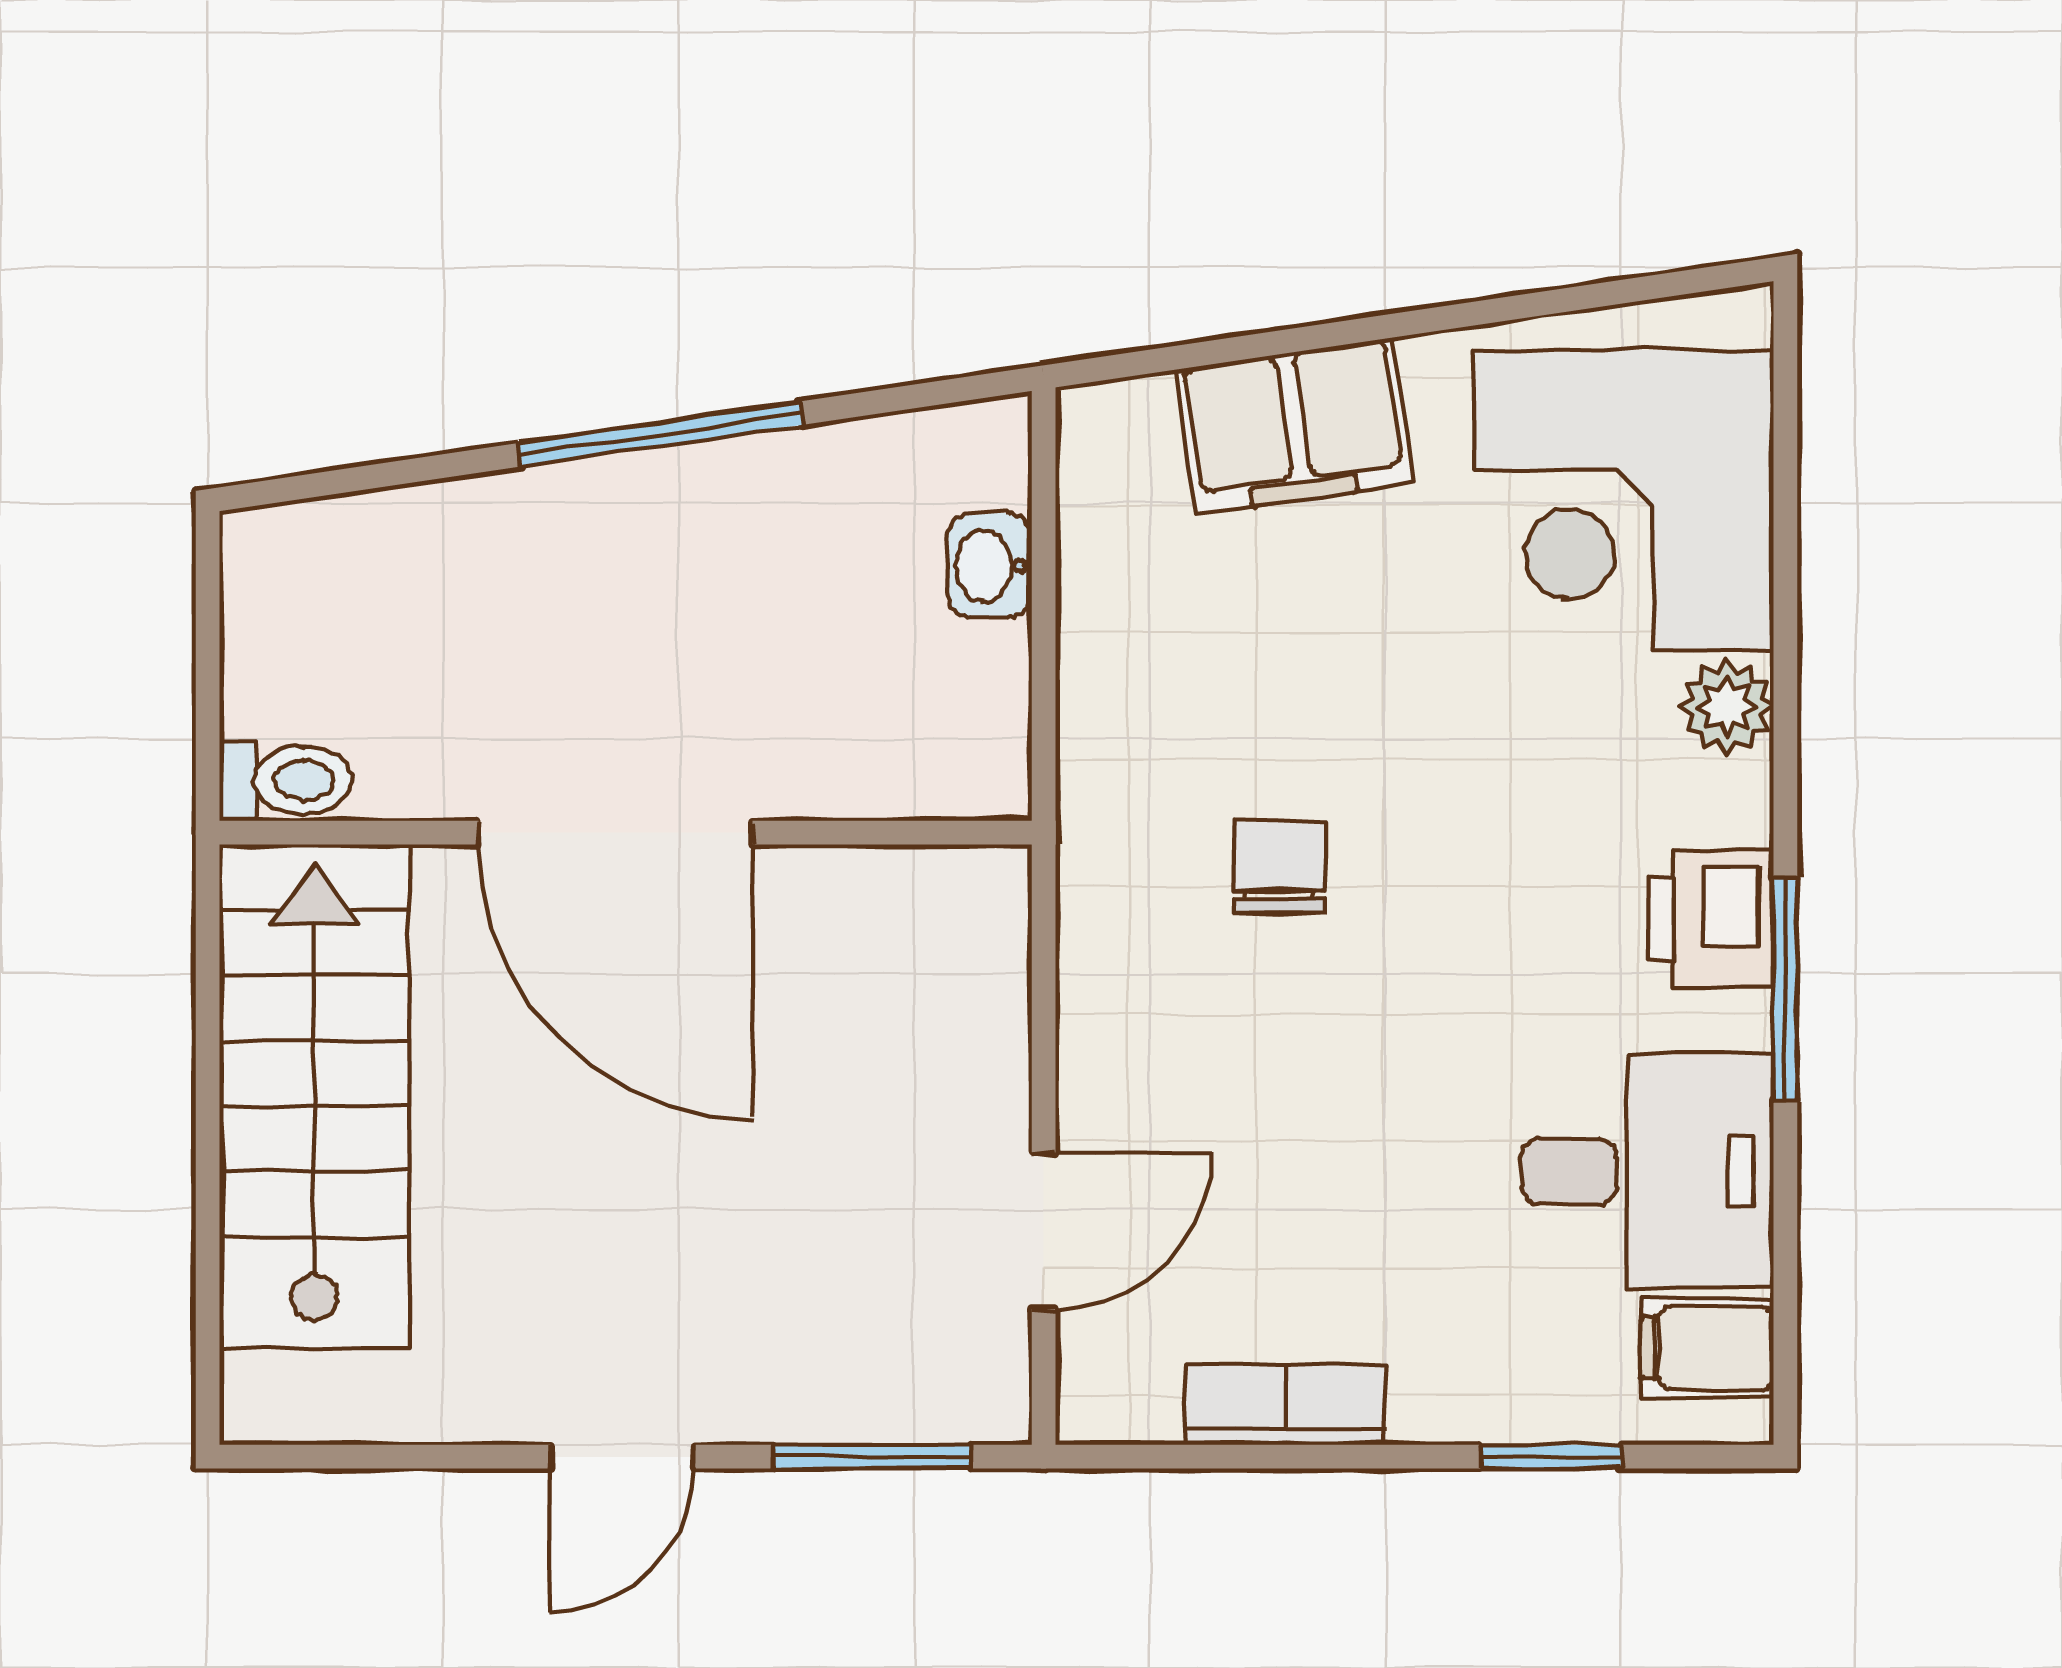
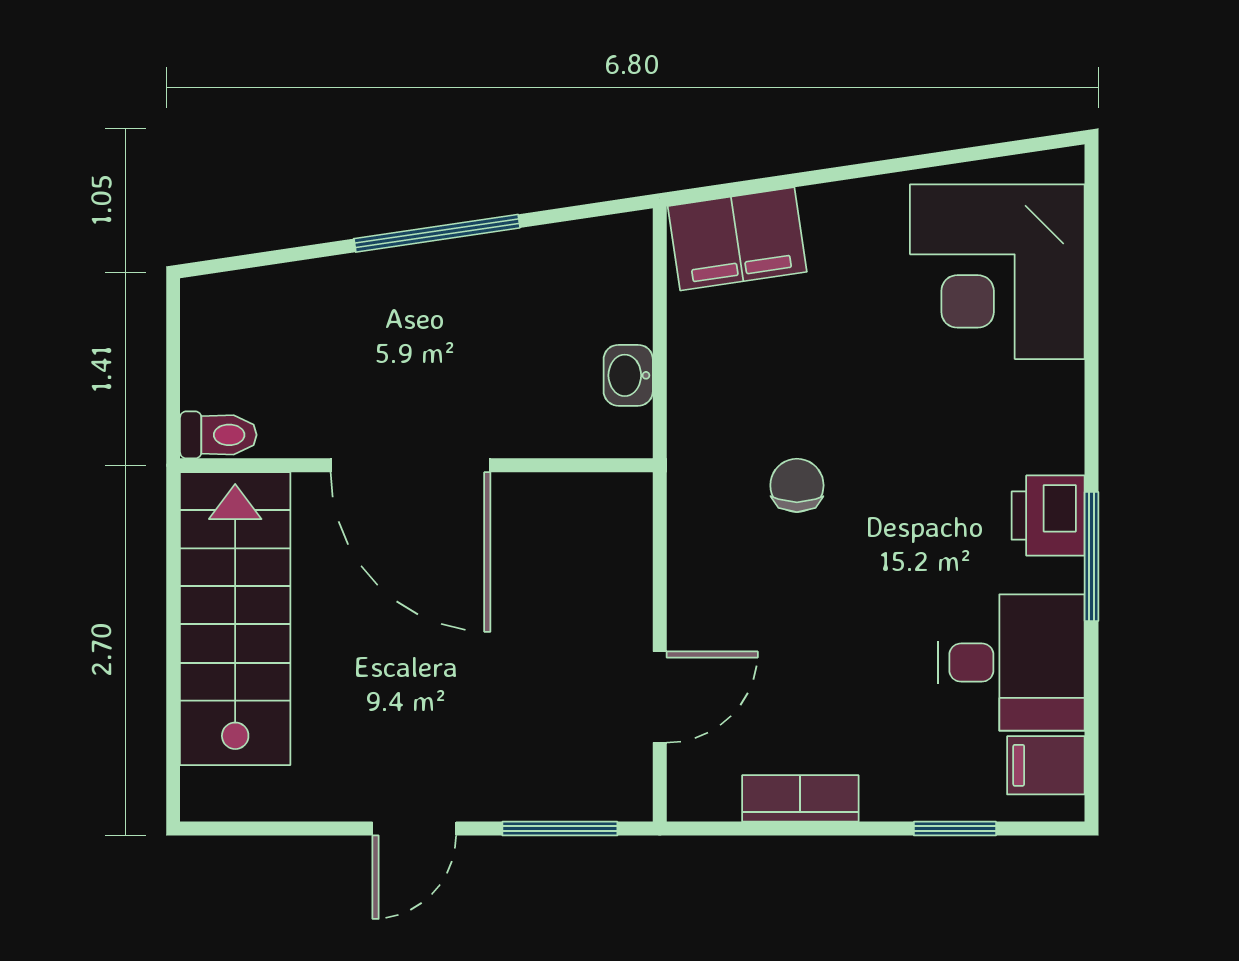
filing cabinet: (1295, 426) -> (737, 239), moved
washbasin: (989, 566) -> (628, 375), moved
plant: (1727, 707) -> (1057, 392), removed

